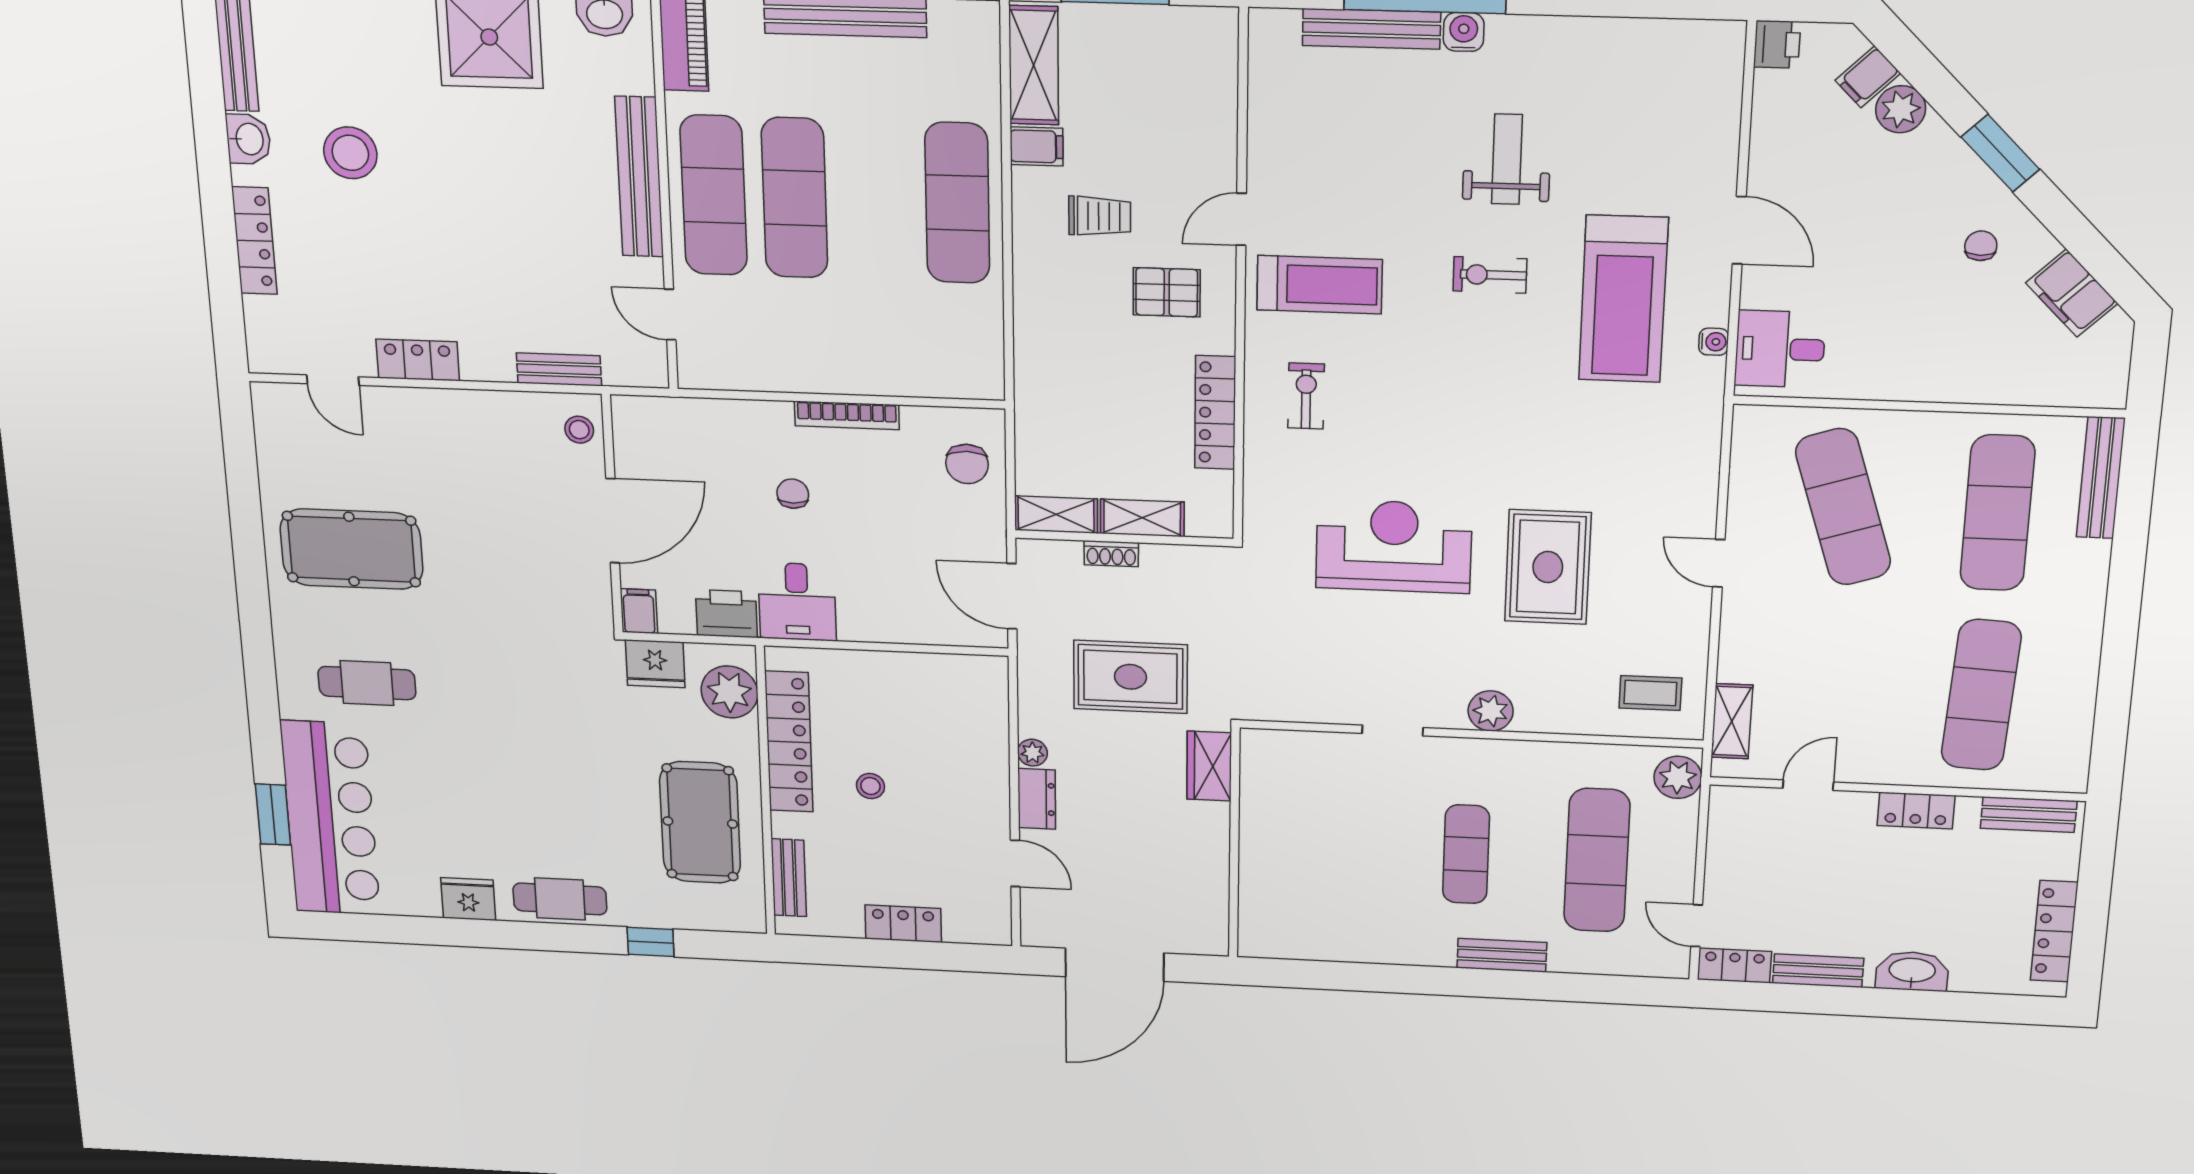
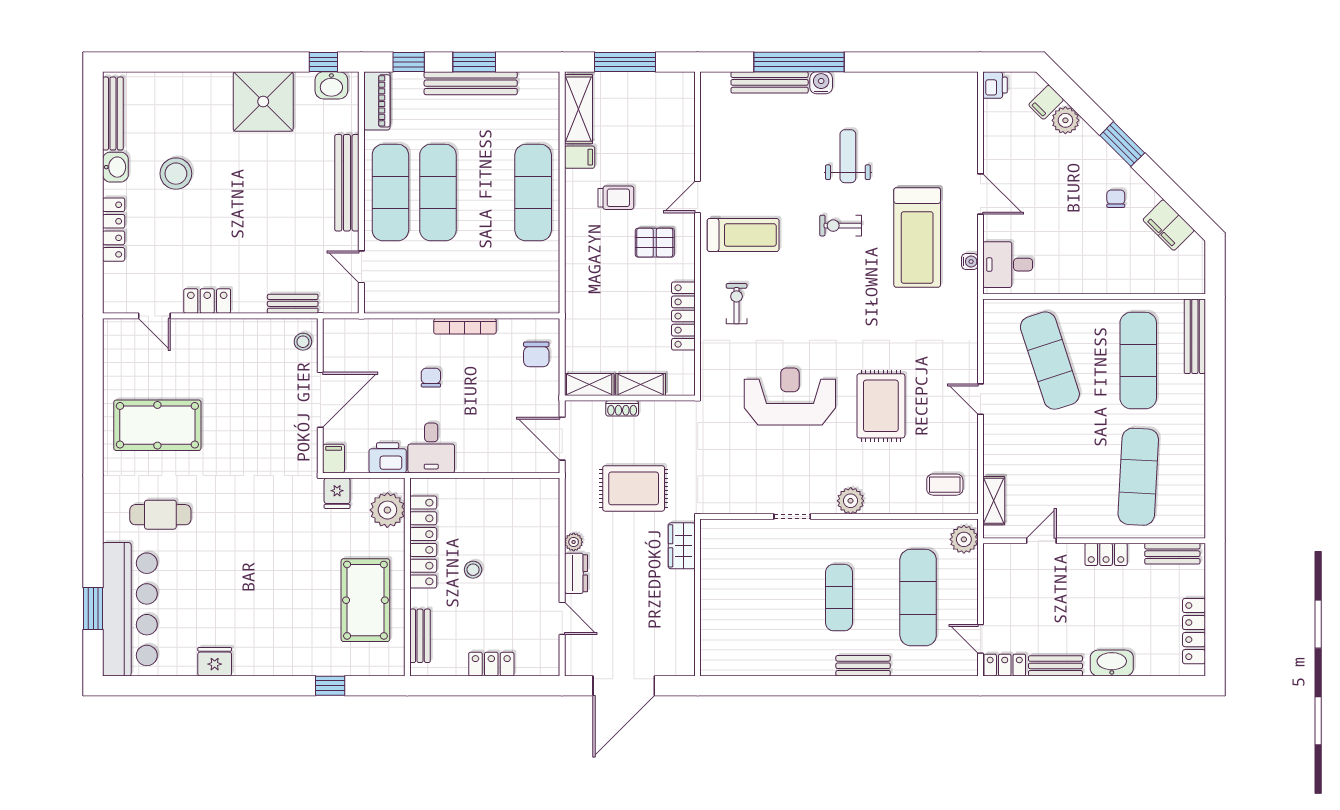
fridge: (655, 664) -> (337, 493), width x0.72
cafe table: (560, 899) -> (274, 658), removed

